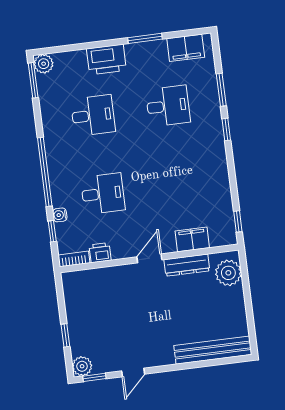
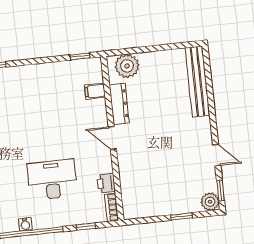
desk: (103, 194) -> (52, 180), width x1.37
water cooler: (60, 215) -> (25, 224), moved
filing cabinet: (192, 239) -> (95, 91), width x0.50

